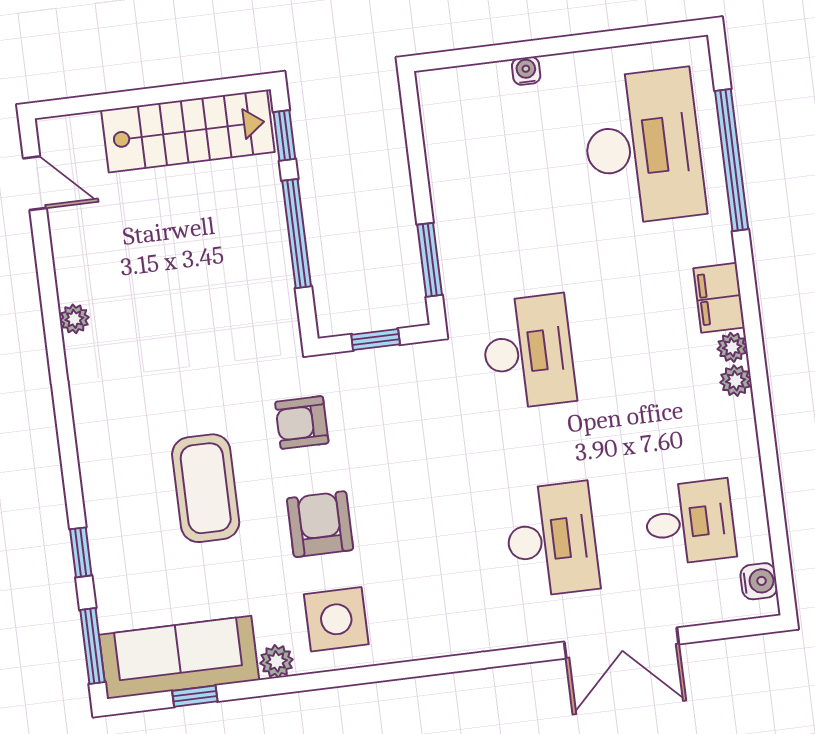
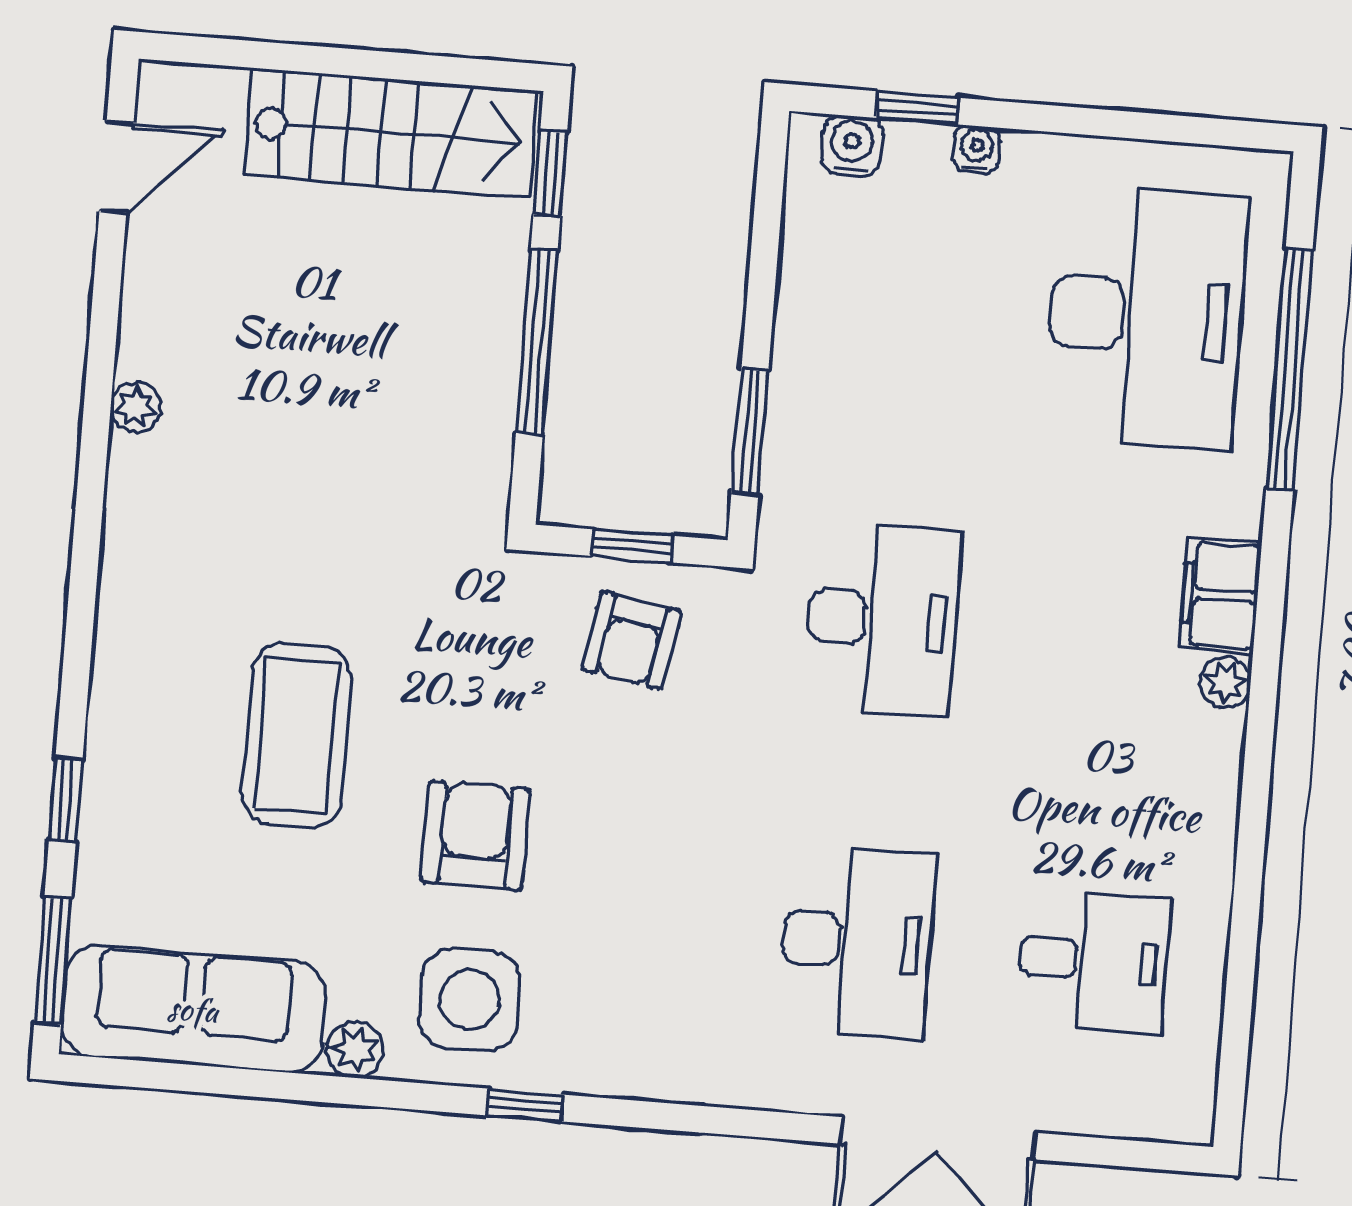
window: (487, 54) -> (918, 108), added
door: (35, 183) -> (117, 167), hinge flipped
plant: (736, 381) -> (1220, 739), removed
armchair: (302, 423) -> (632, 640), moved, turned -80
water cooler: (759, 581) -> (852, 146), moved, turned -90
window: (195, 696) -> (525, 1105), moved

